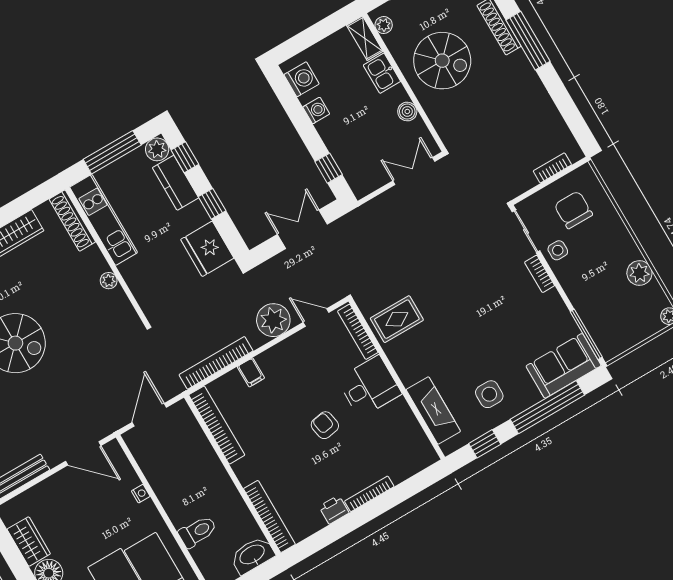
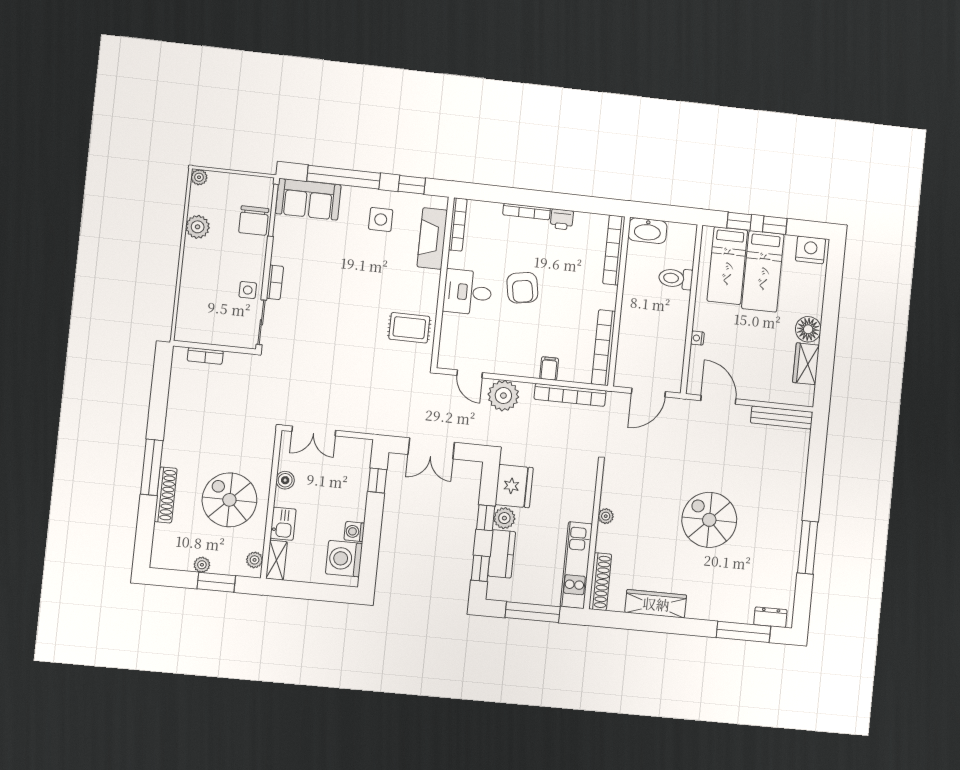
washing machine: (302, 79) -> (344, 559), width x1.37, depth x1.37
plant: (157, 149) -> (504, 518), moved
chair: (573, 210) -> (254, 221), moved
bookcase: (358, 332) -> (458, 224), moved
armchair: (325, 425) -> (522, 288), width x1.38, depth x1.38

